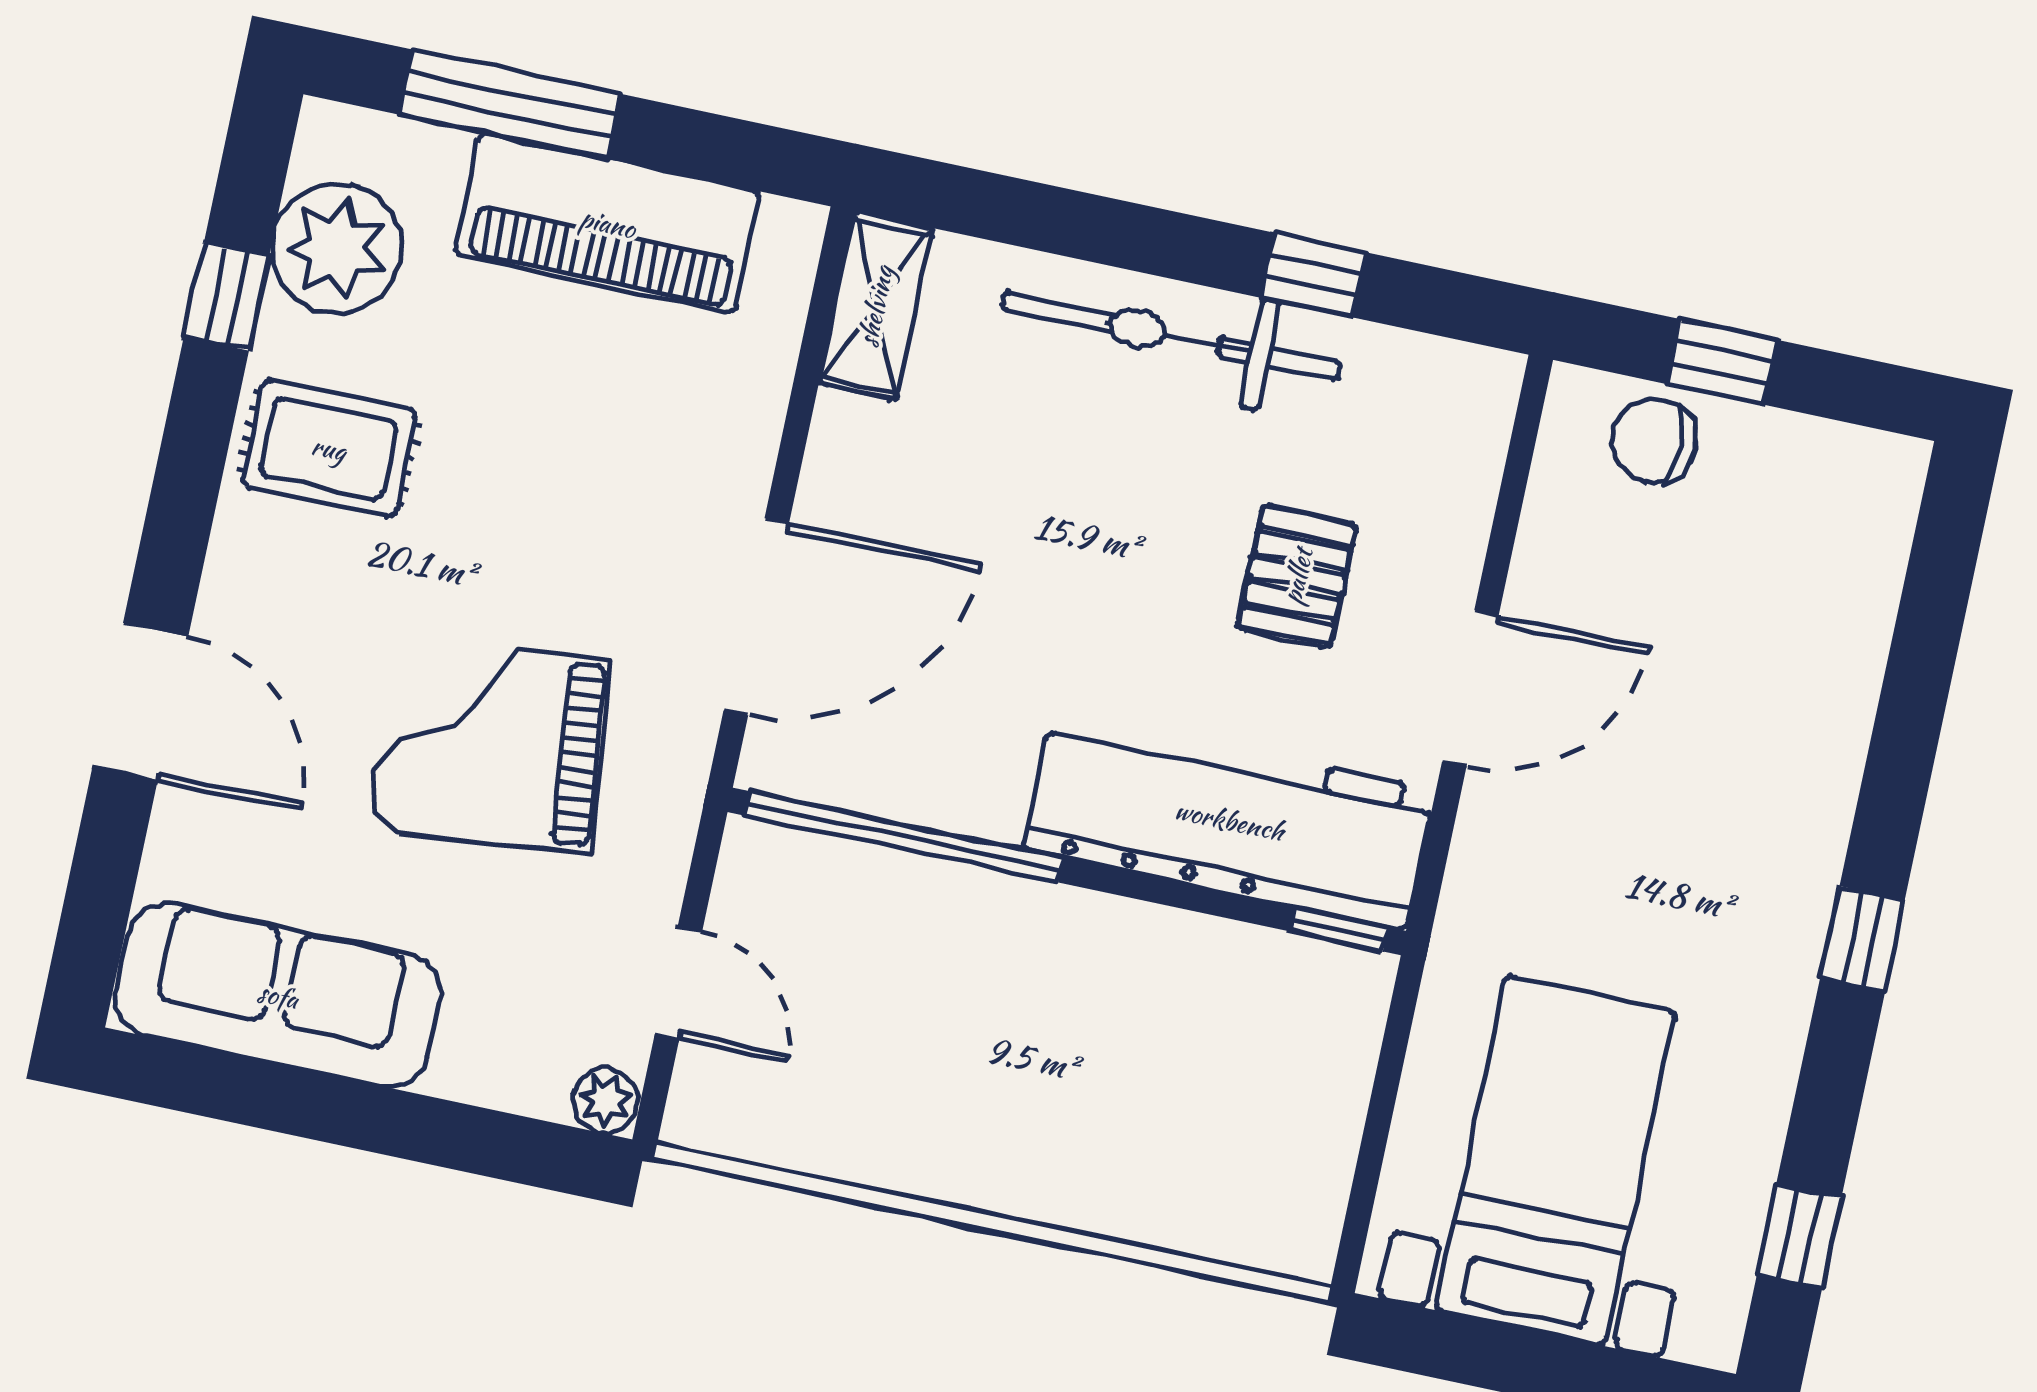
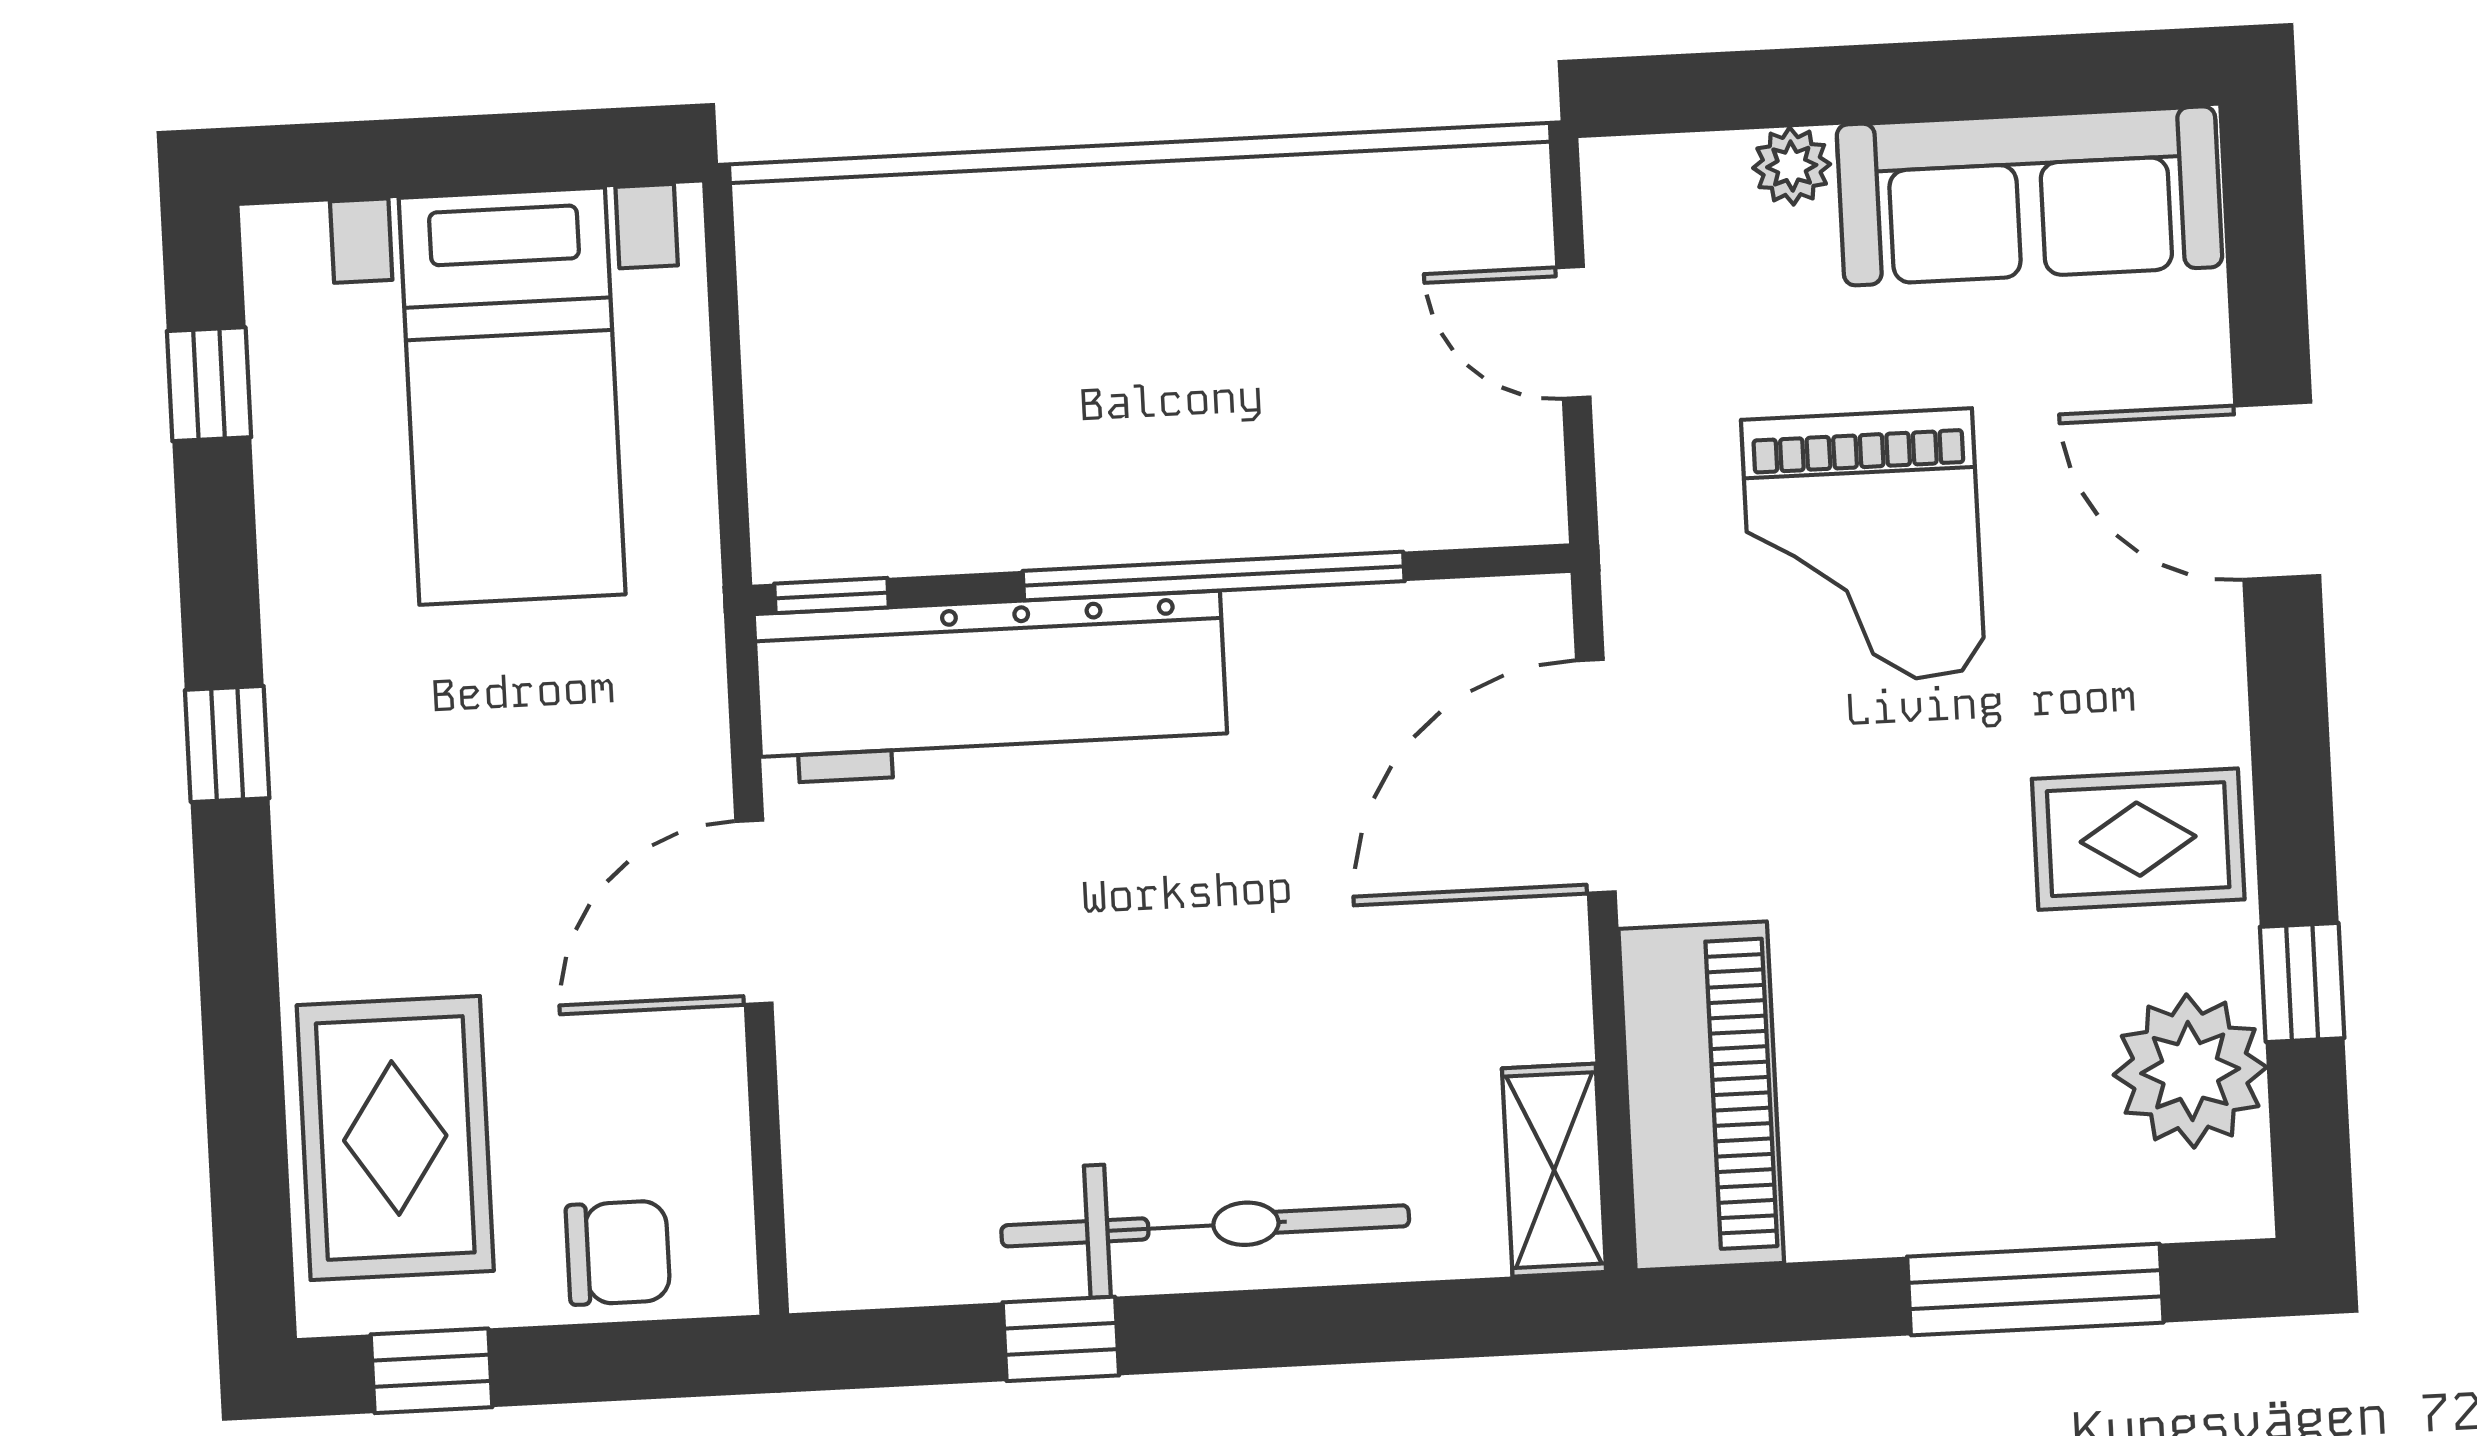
piano: (608, 223) -> (1701, 1096), moved, turned 90
window: (1722, 362) -> (432, 1371), moved
pallet: (1297, 576) -> (988, 988), removed
rug: (1811, 582) -> (395, 1138), added
grand piano: (489, 745) -> (1863, 547), turned 96
window: (904, 837) -> (1214, 576), moved
plant: (605, 1100) -> (1792, 166), moved

